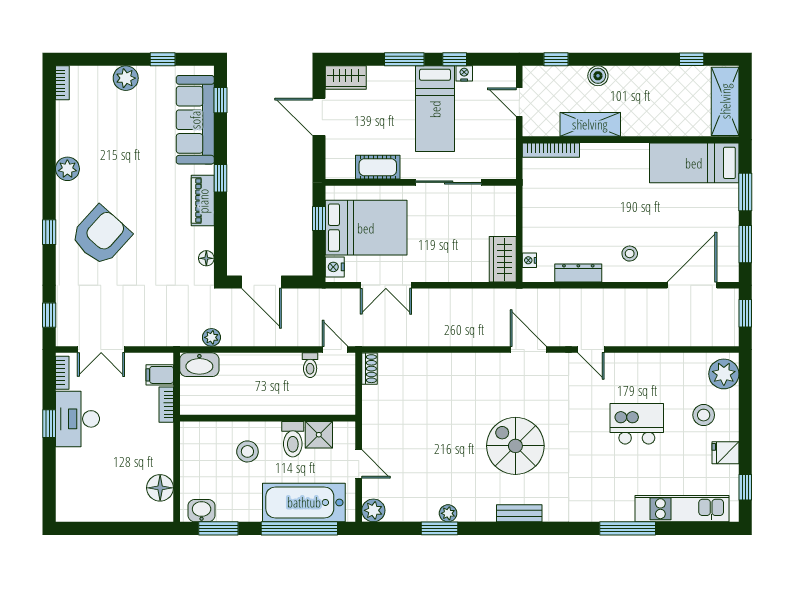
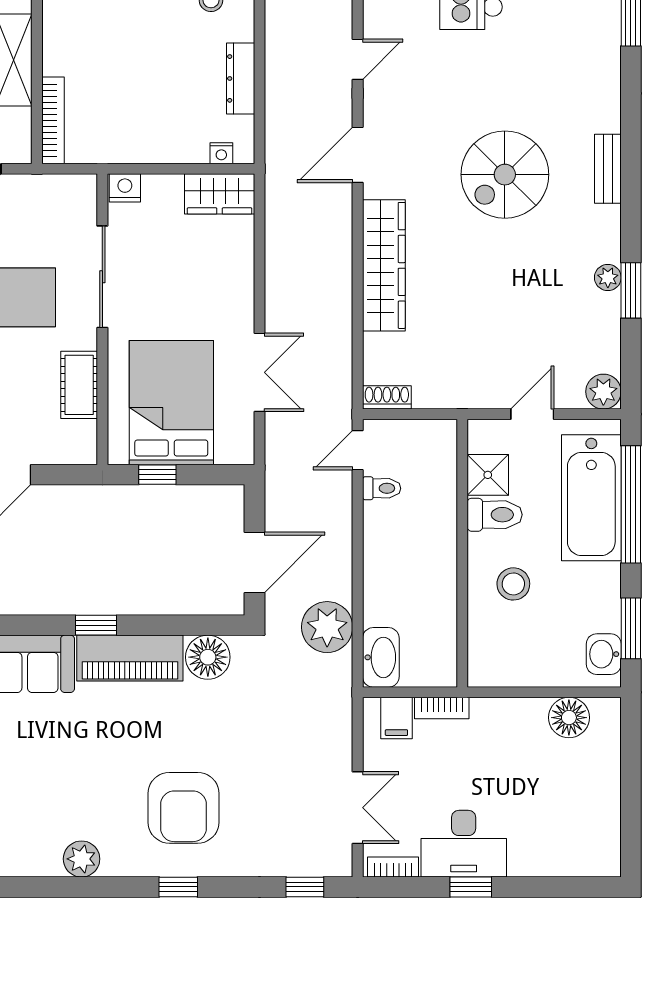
piano: (203, 201) -> (130, 658), width x1.37, depth x1.33
armchair: (101, 236) -> (184, 808), turned -132
floor lamp: (206, 258) -> (208, 657), width x1.89, depth x1.89
nightstand: (335, 267) -> (125, 188), moved, turned 180
plant: (211, 337) -> (327, 627), width x1.88, depth x1.88
wardrobe: (456, 367) -> (384, 265), added

